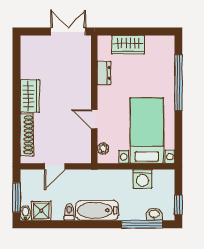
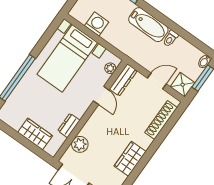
plant: (83, 63) -> (80, 144), added
wardrobe: (30, 96) -> (130, 159), moved
dresser: (85, 146) -> (123, 80), added
shower: (41, 211) -> (183, 85), moved

